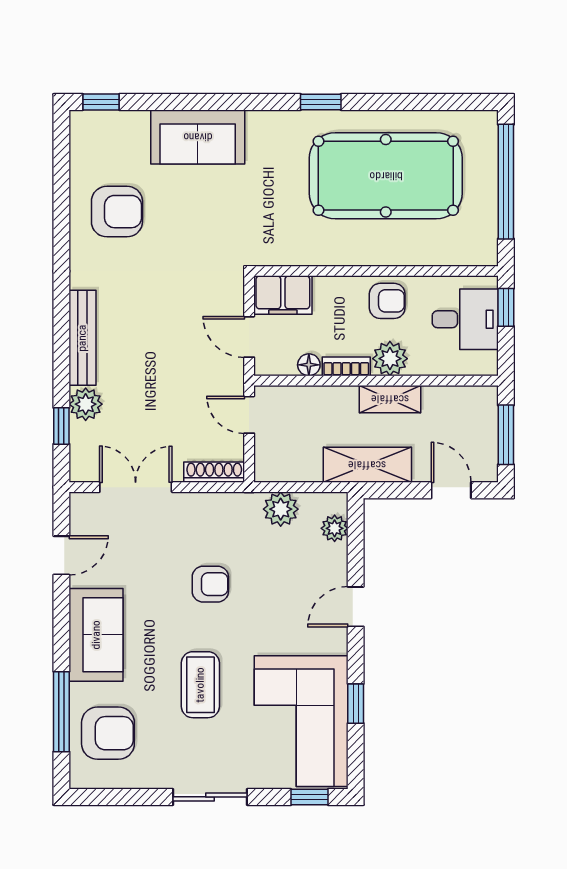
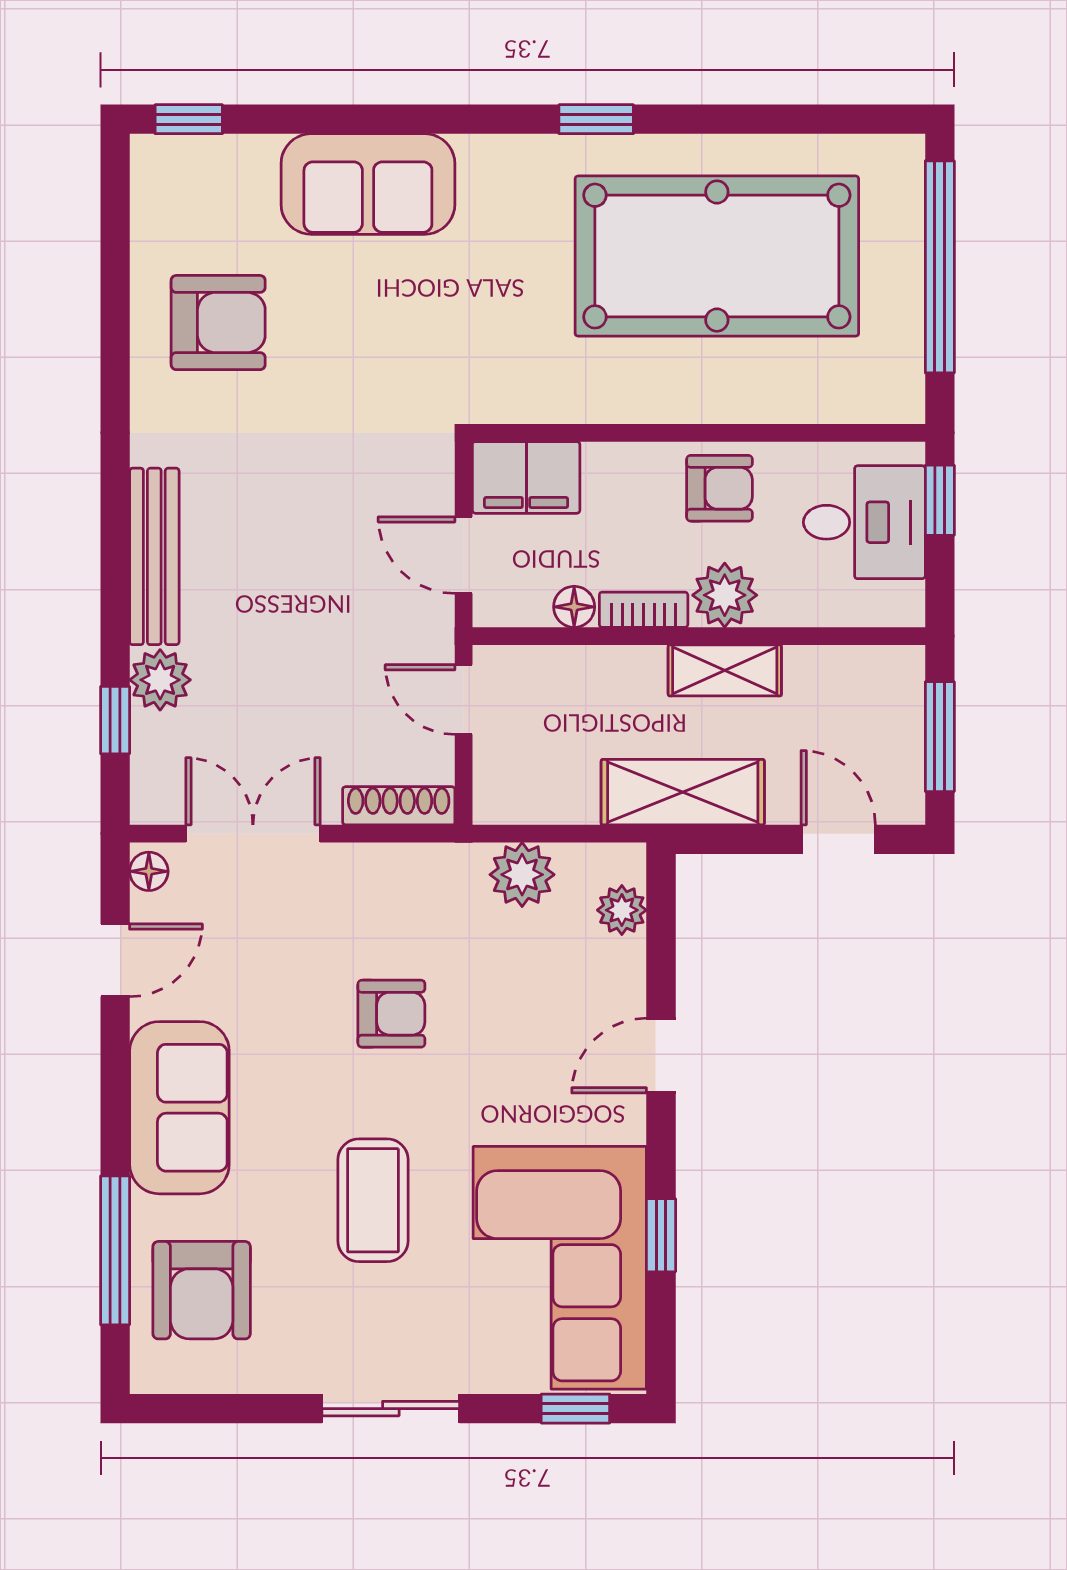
floor lamp: (80, 507) -> (149, 871), added
armchair: (108, 733) -> (202, 1290), turned 90

